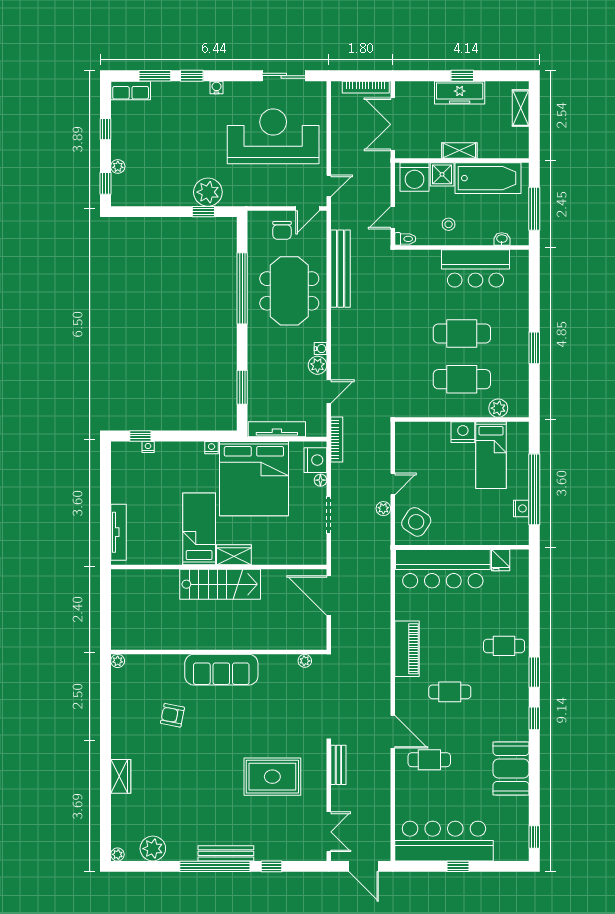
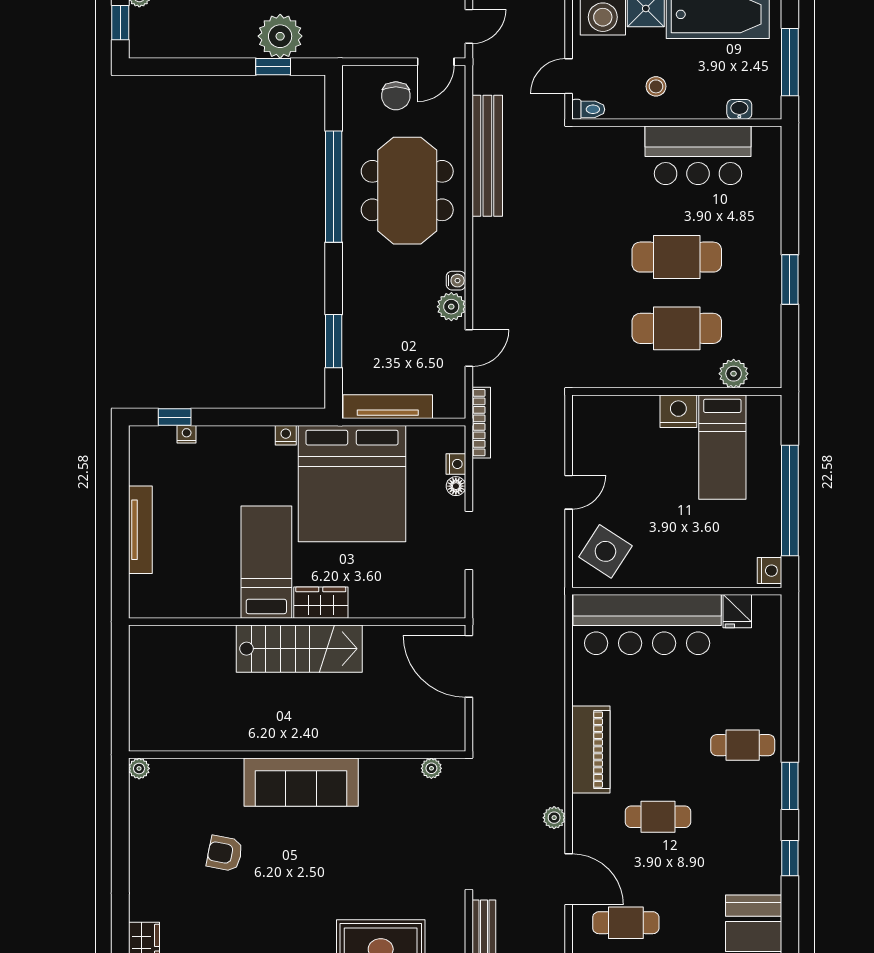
nightstand: (315, 460) -> (456, 464), width x0.53, depth x0.56
nightstand: (521, 508) -> (769, 571), moved
plant: (383, 509) -> (554, 818), moved
tv unit: (118, 532) -> (140, 530), moved

